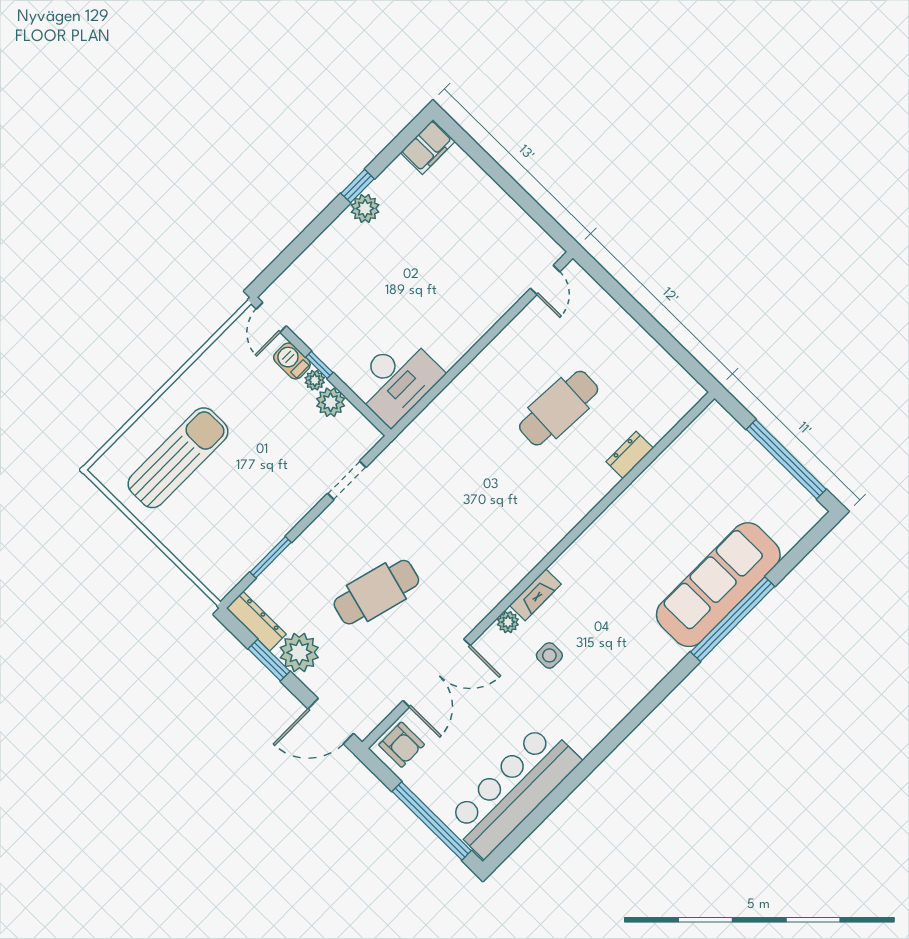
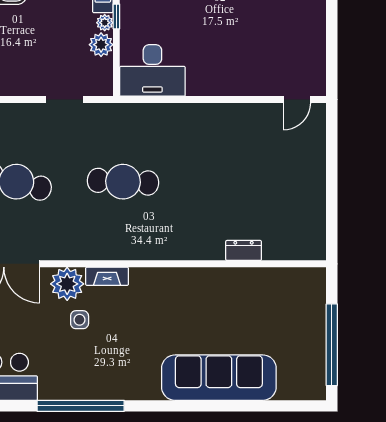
cafe table: (559, 408) -> (123, 182), moved
window: (733, 619) -> (81, 406), moved
plant: (508, 622) -> (67, 284), width x1.88, depth x1.88

